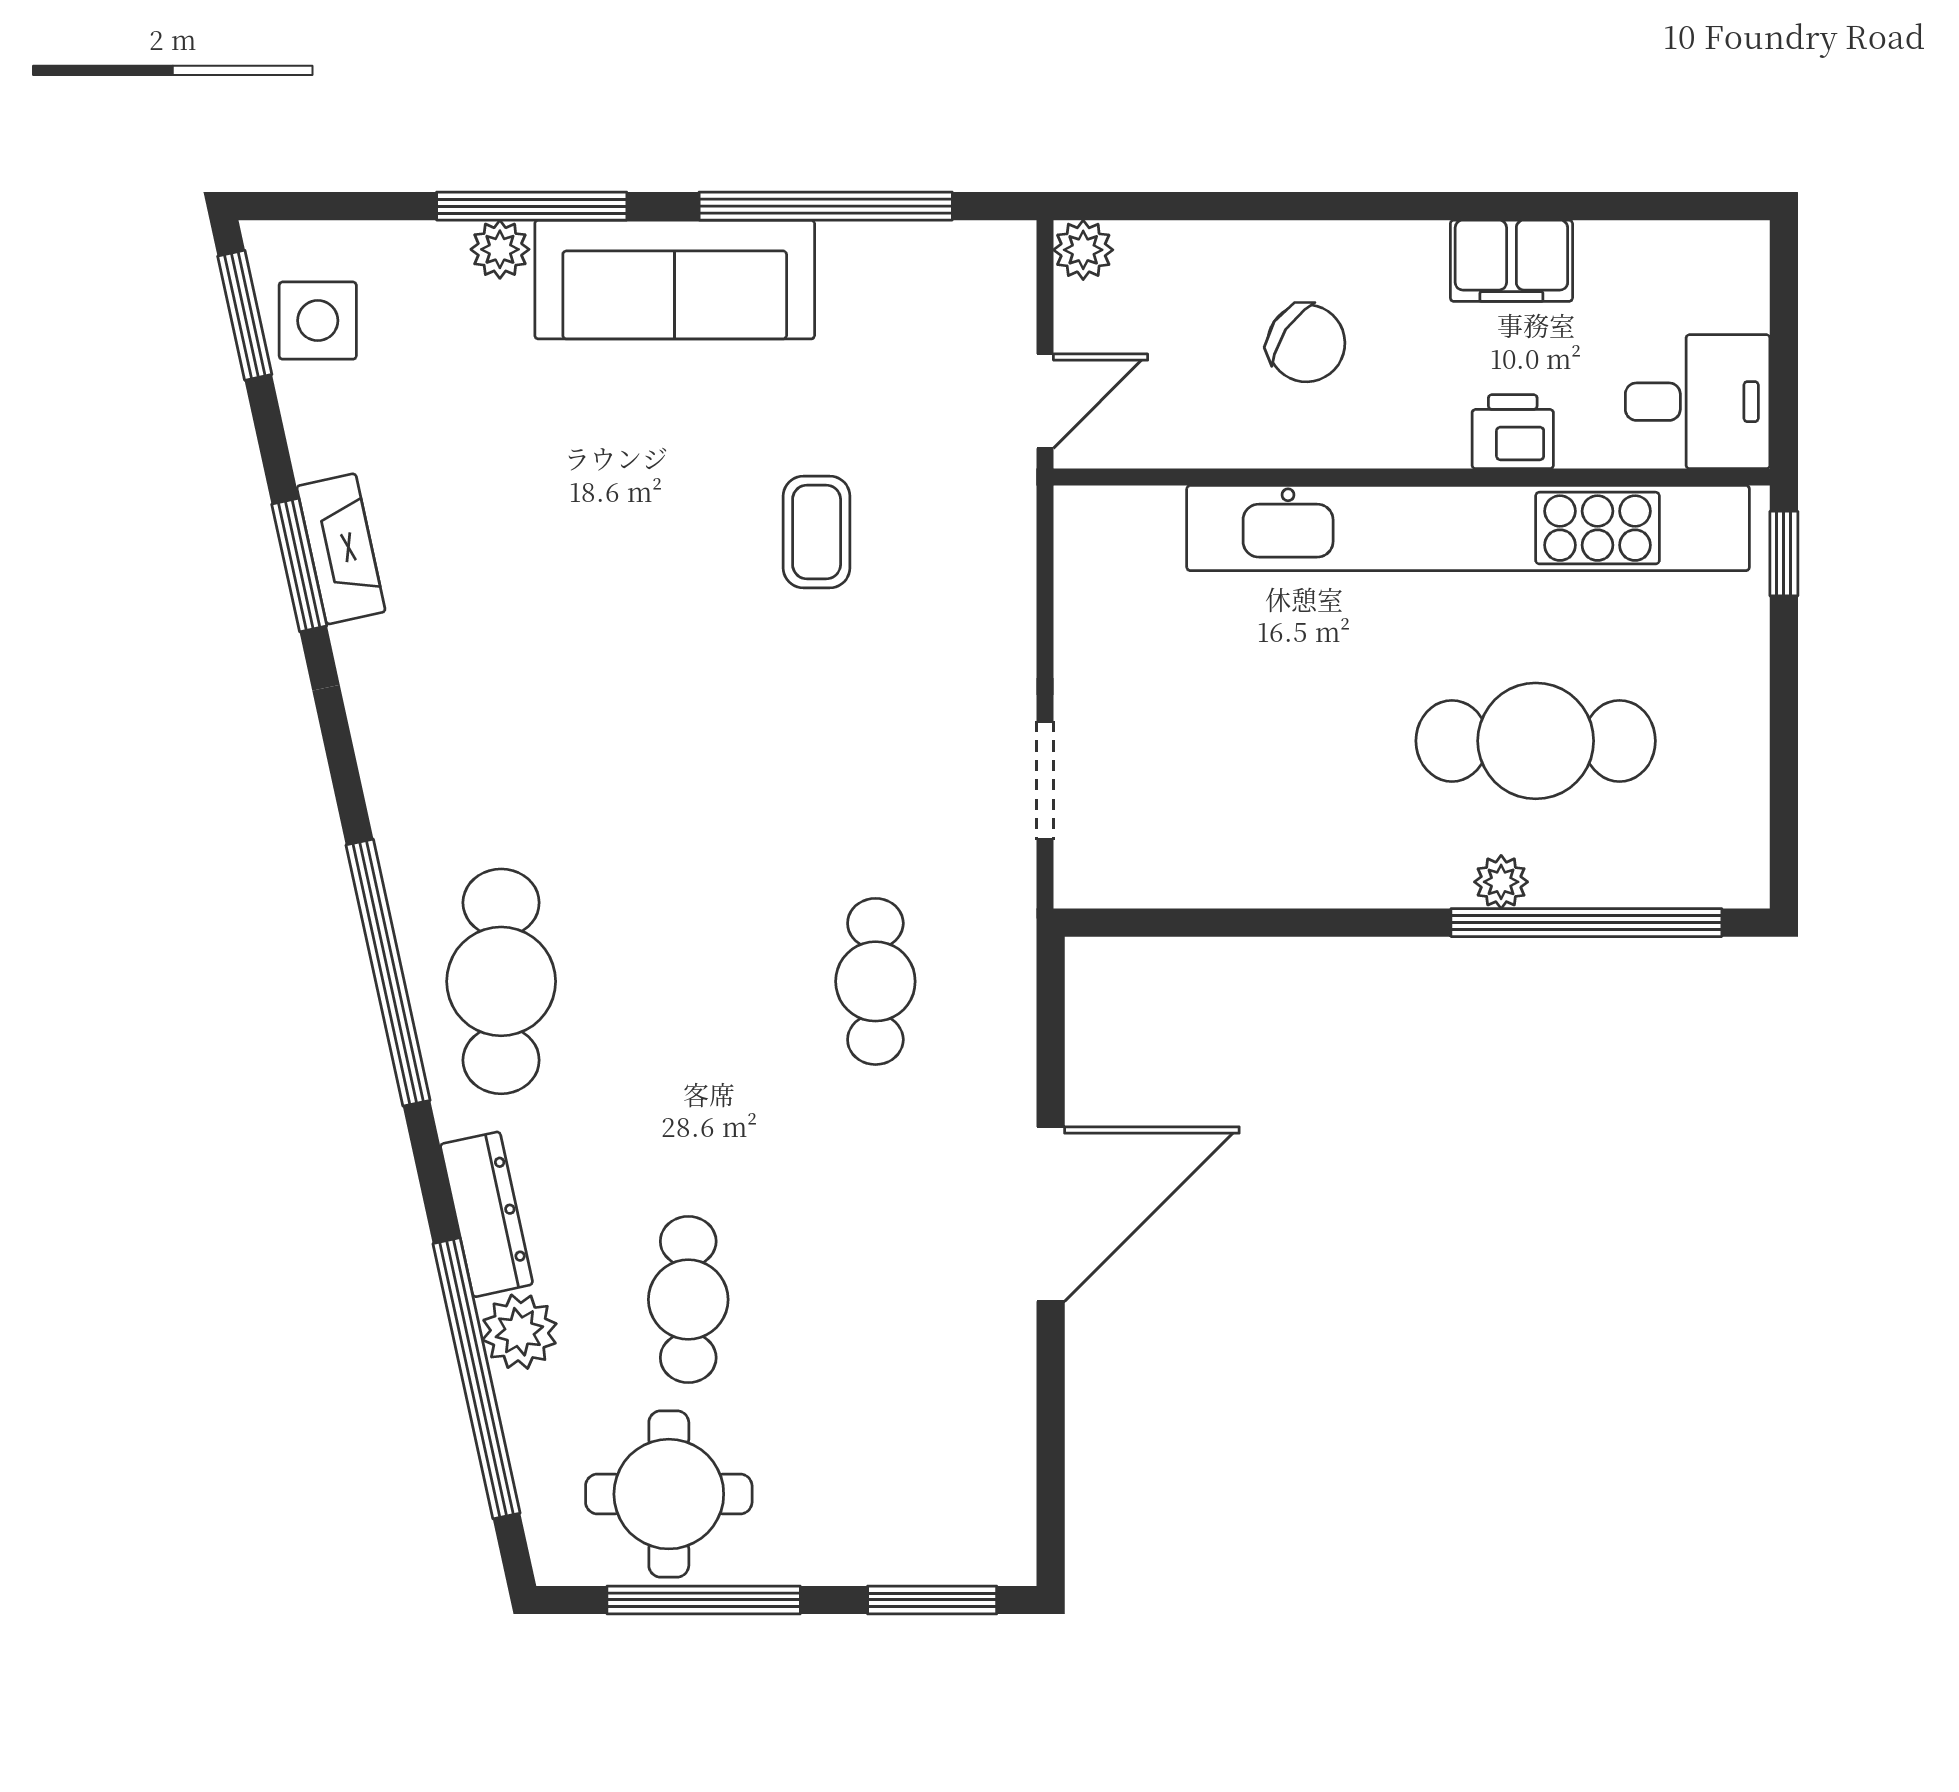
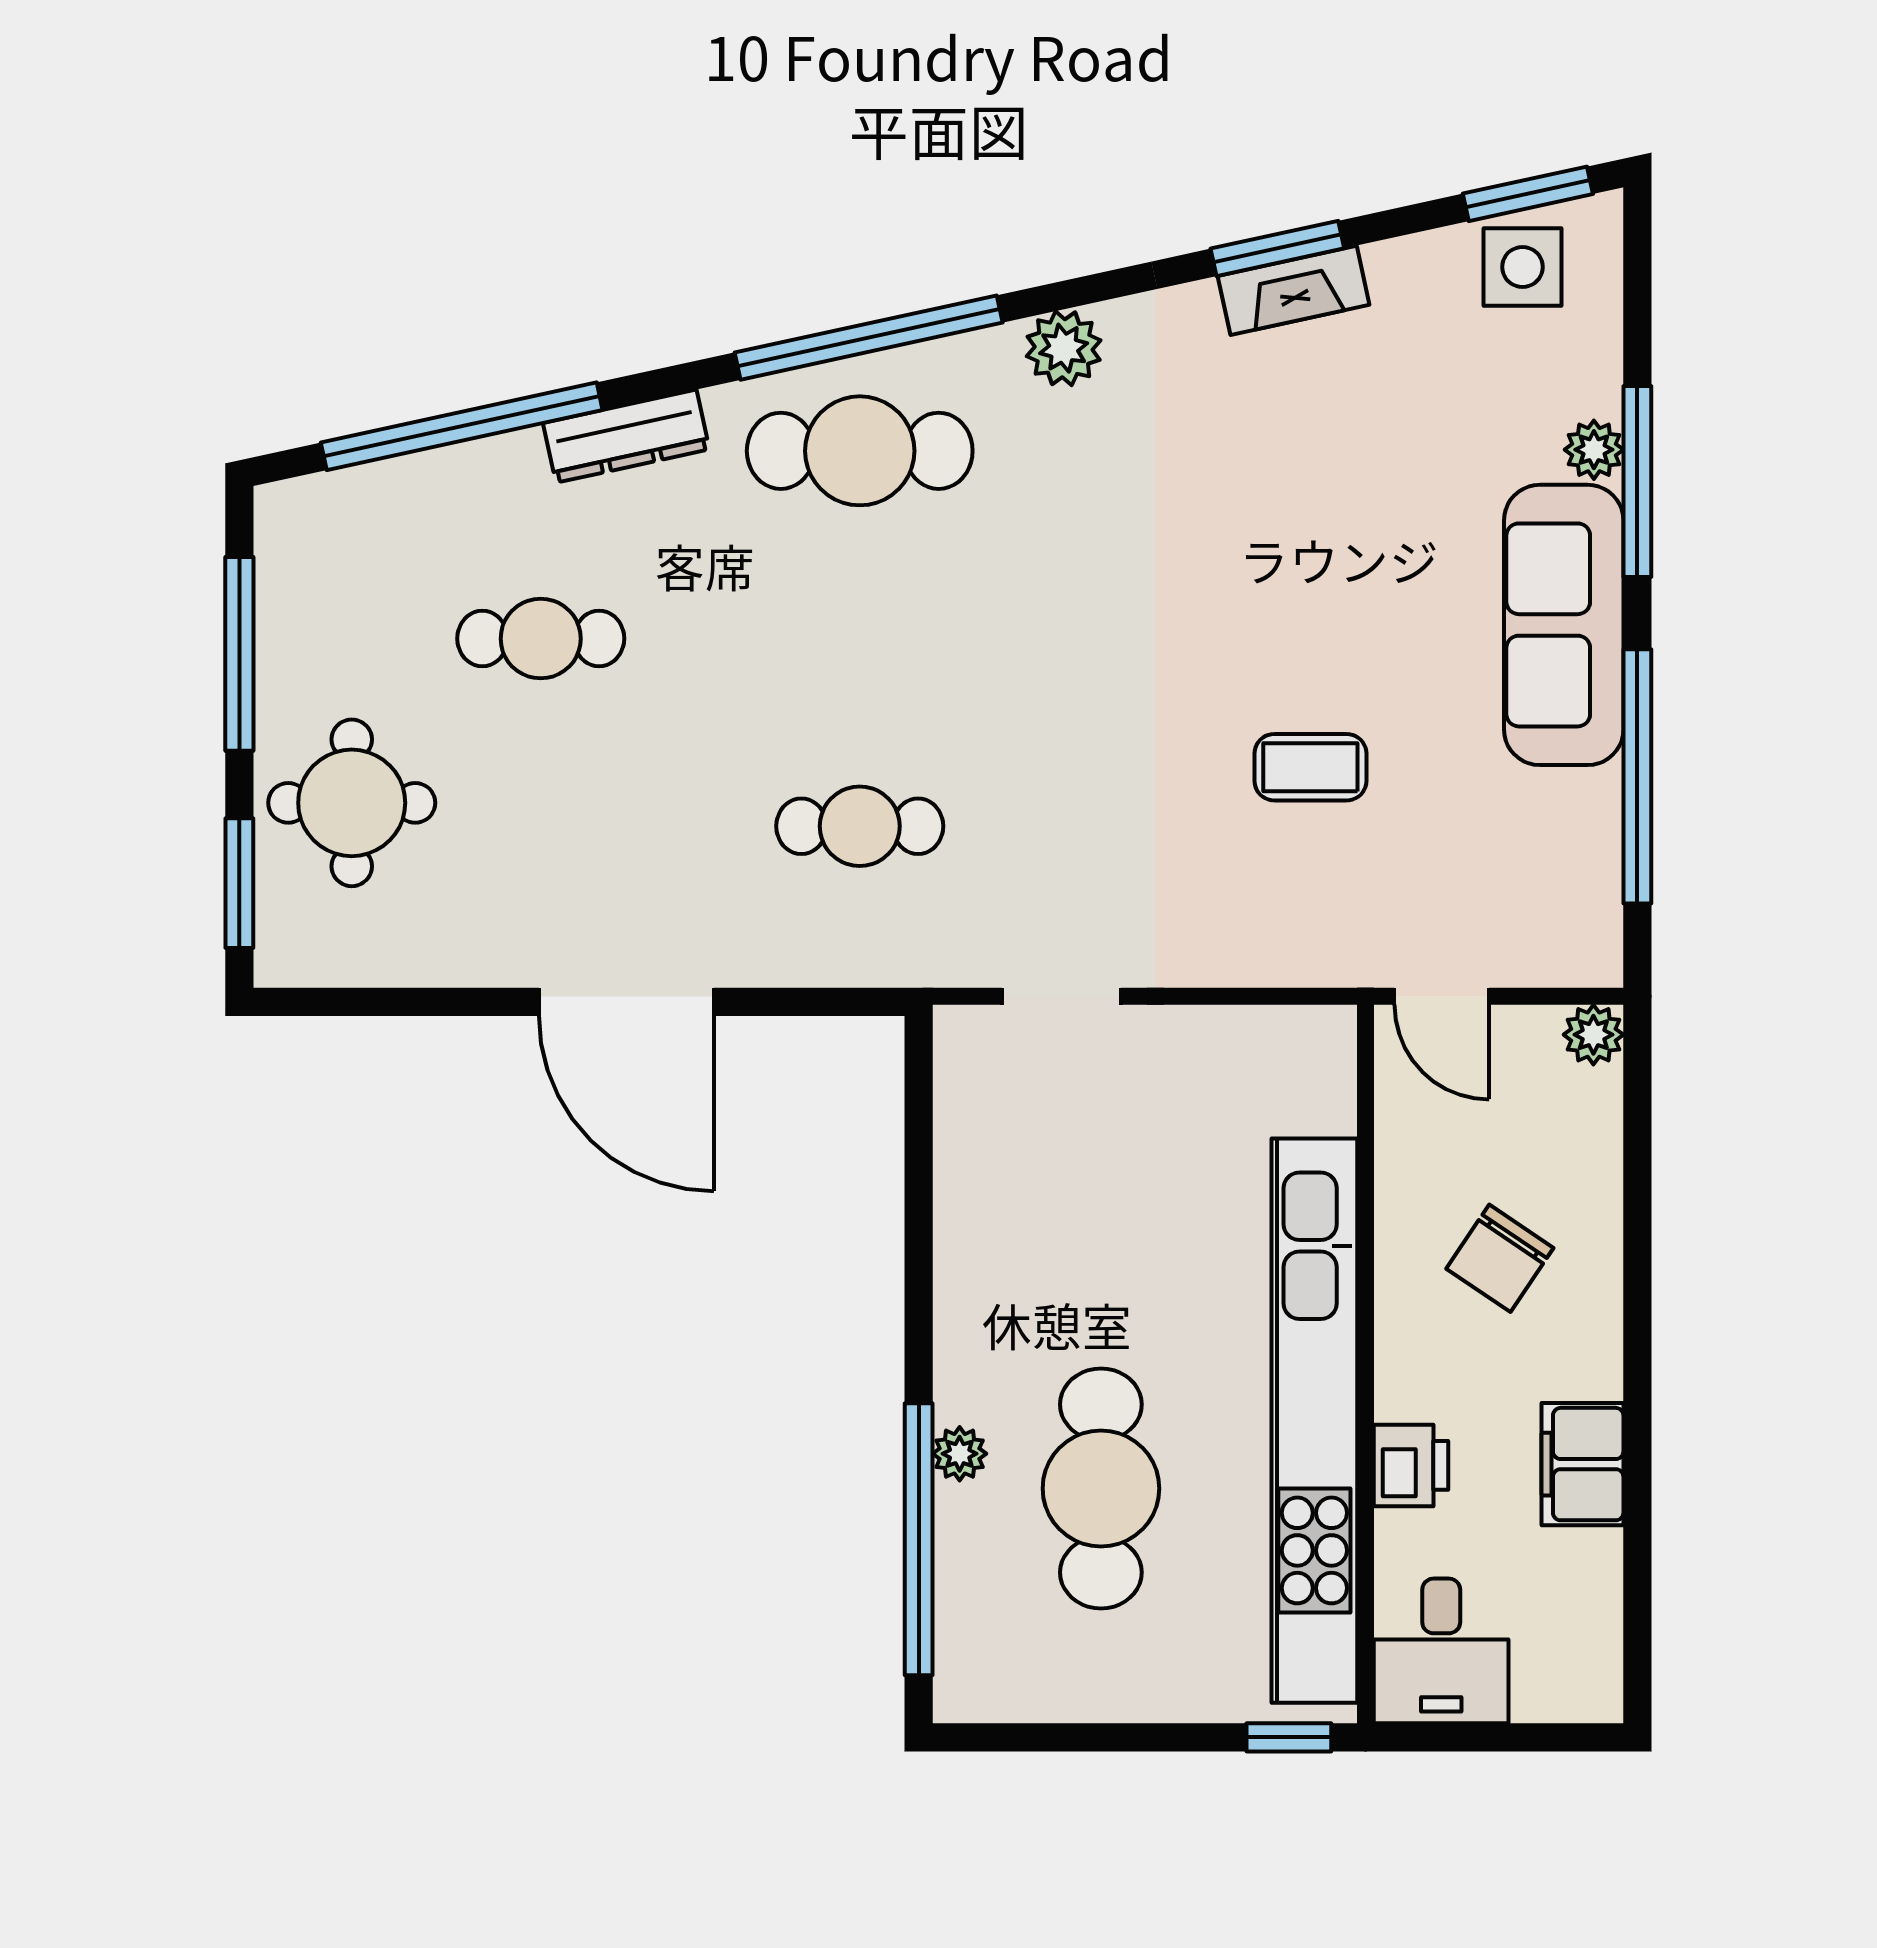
plant: (519, 1332) -> (1064, 348), moved
round table: (669, 1494) -> (352, 803), moved

